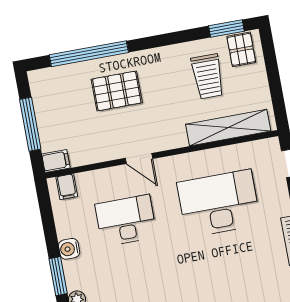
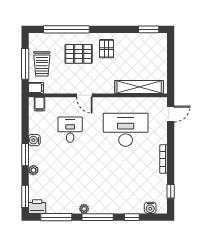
pallet: (241, 49) -> (107, 49), moved
trolley: (208, 76) -> (42, 64), moved
desk: (126, 220) -> (70, 130), width x0.73

